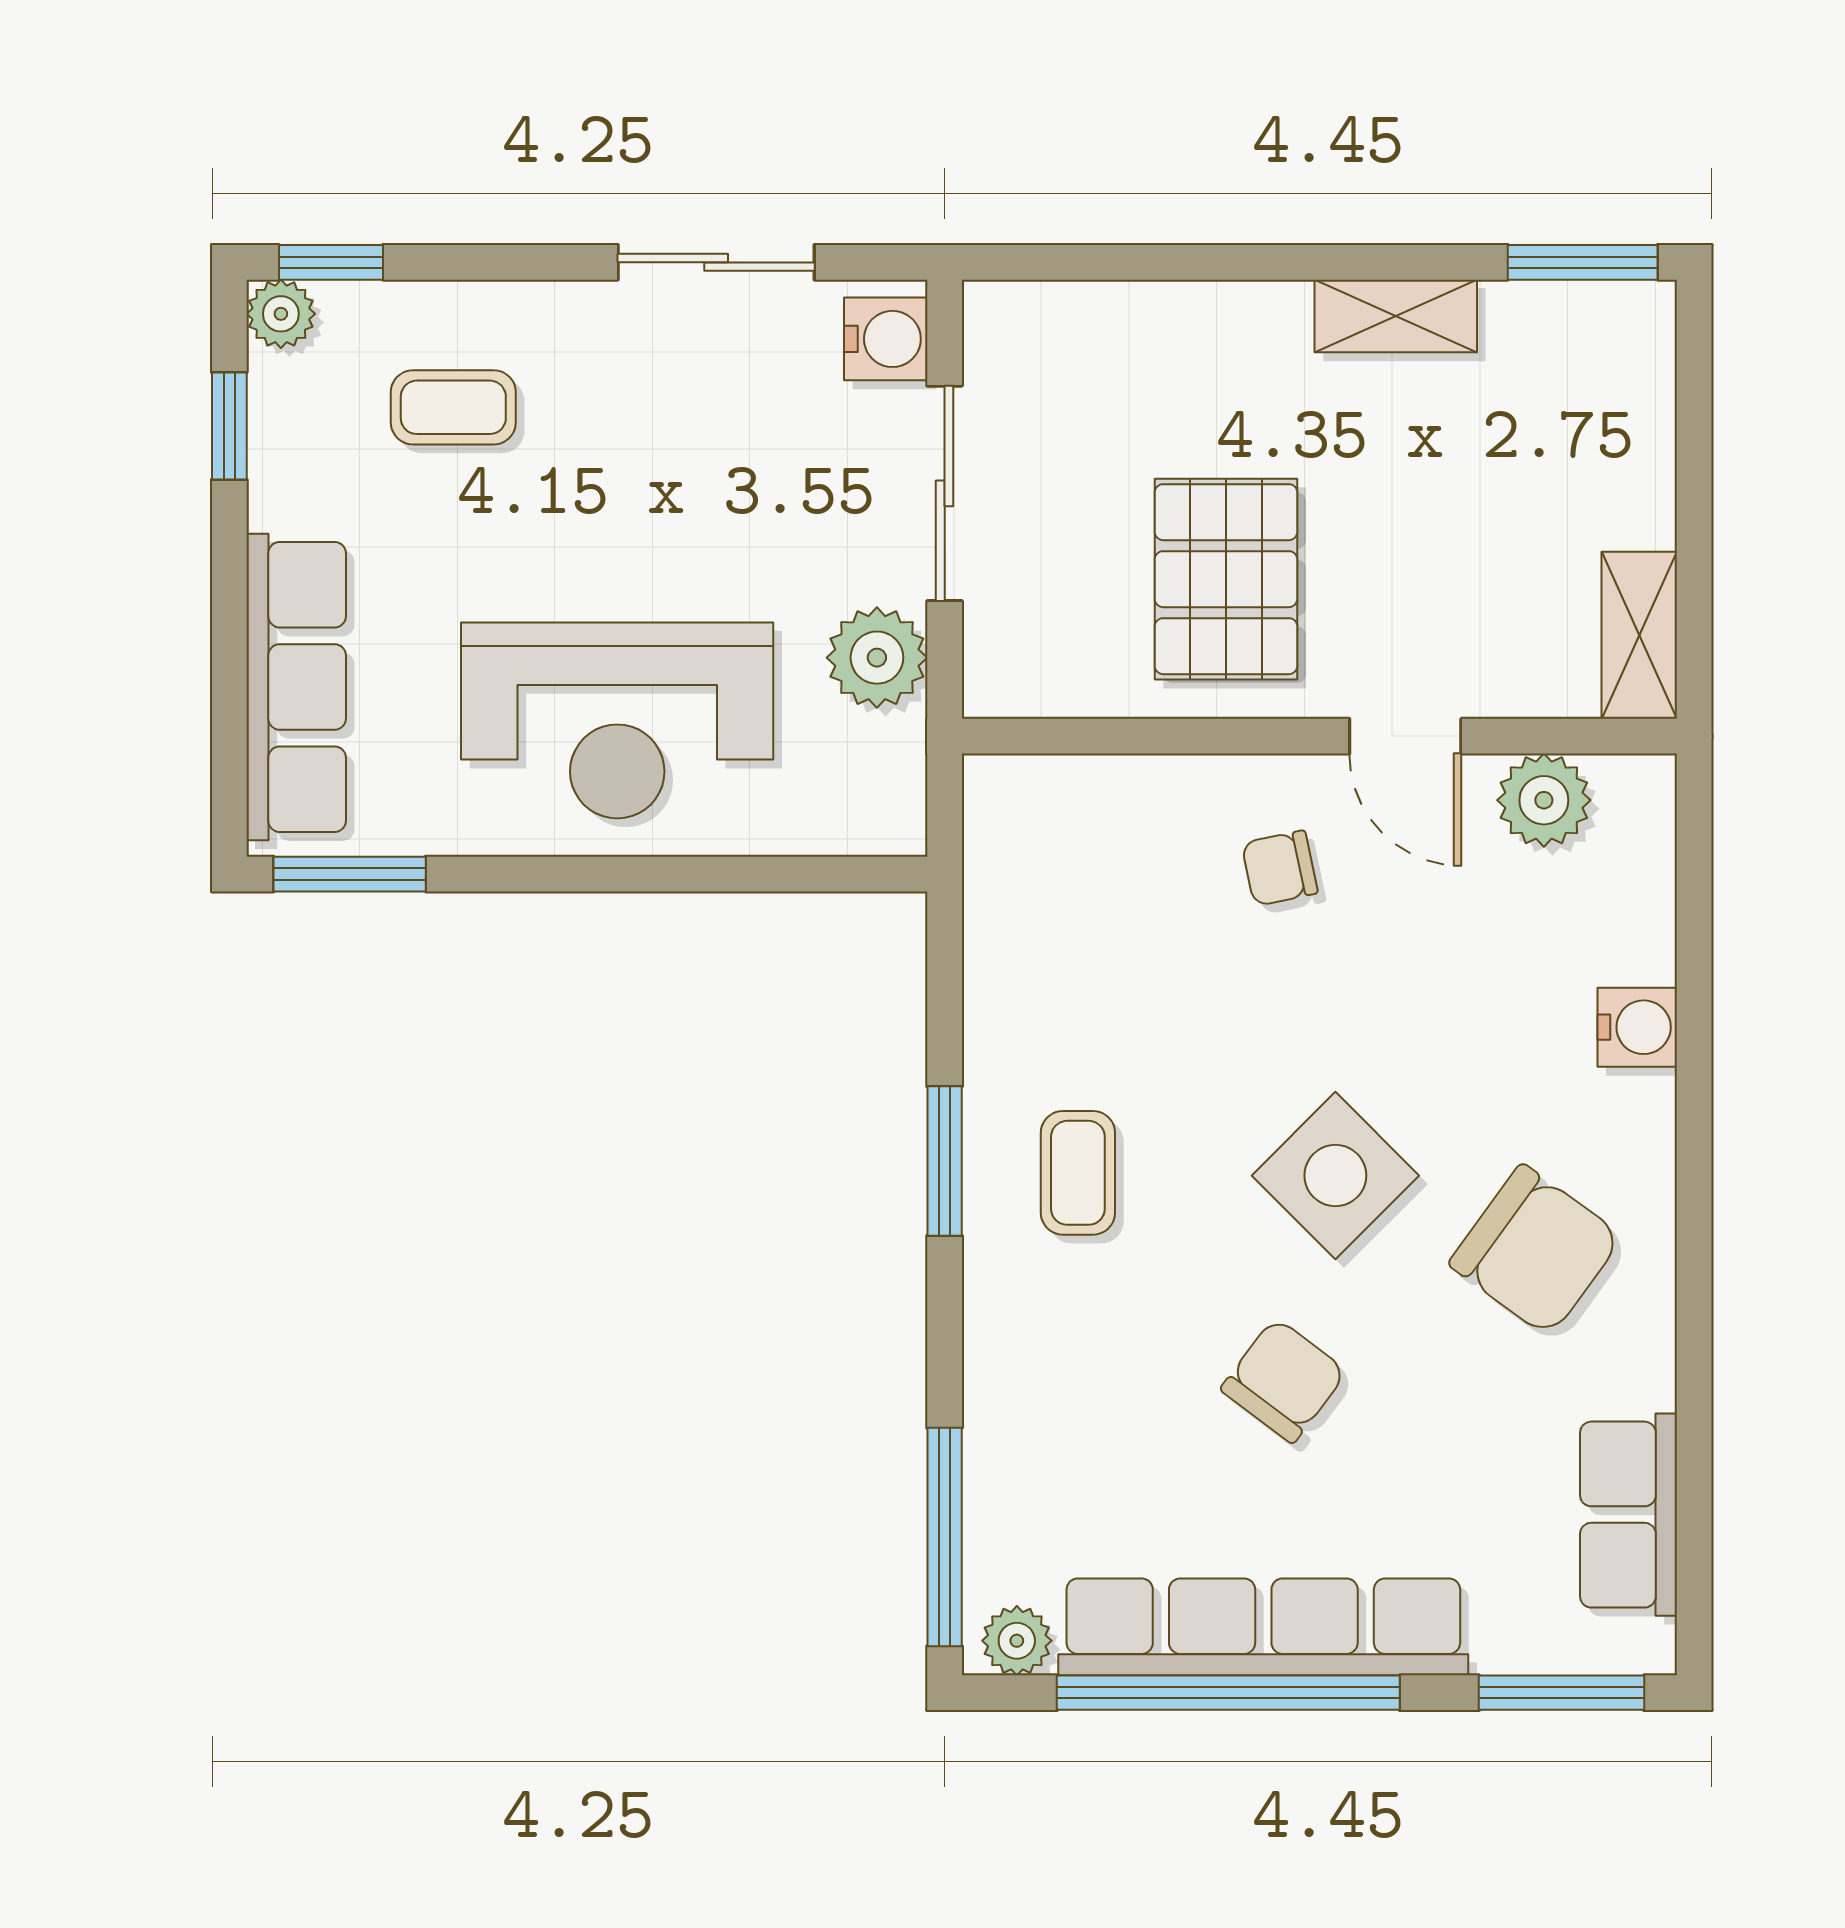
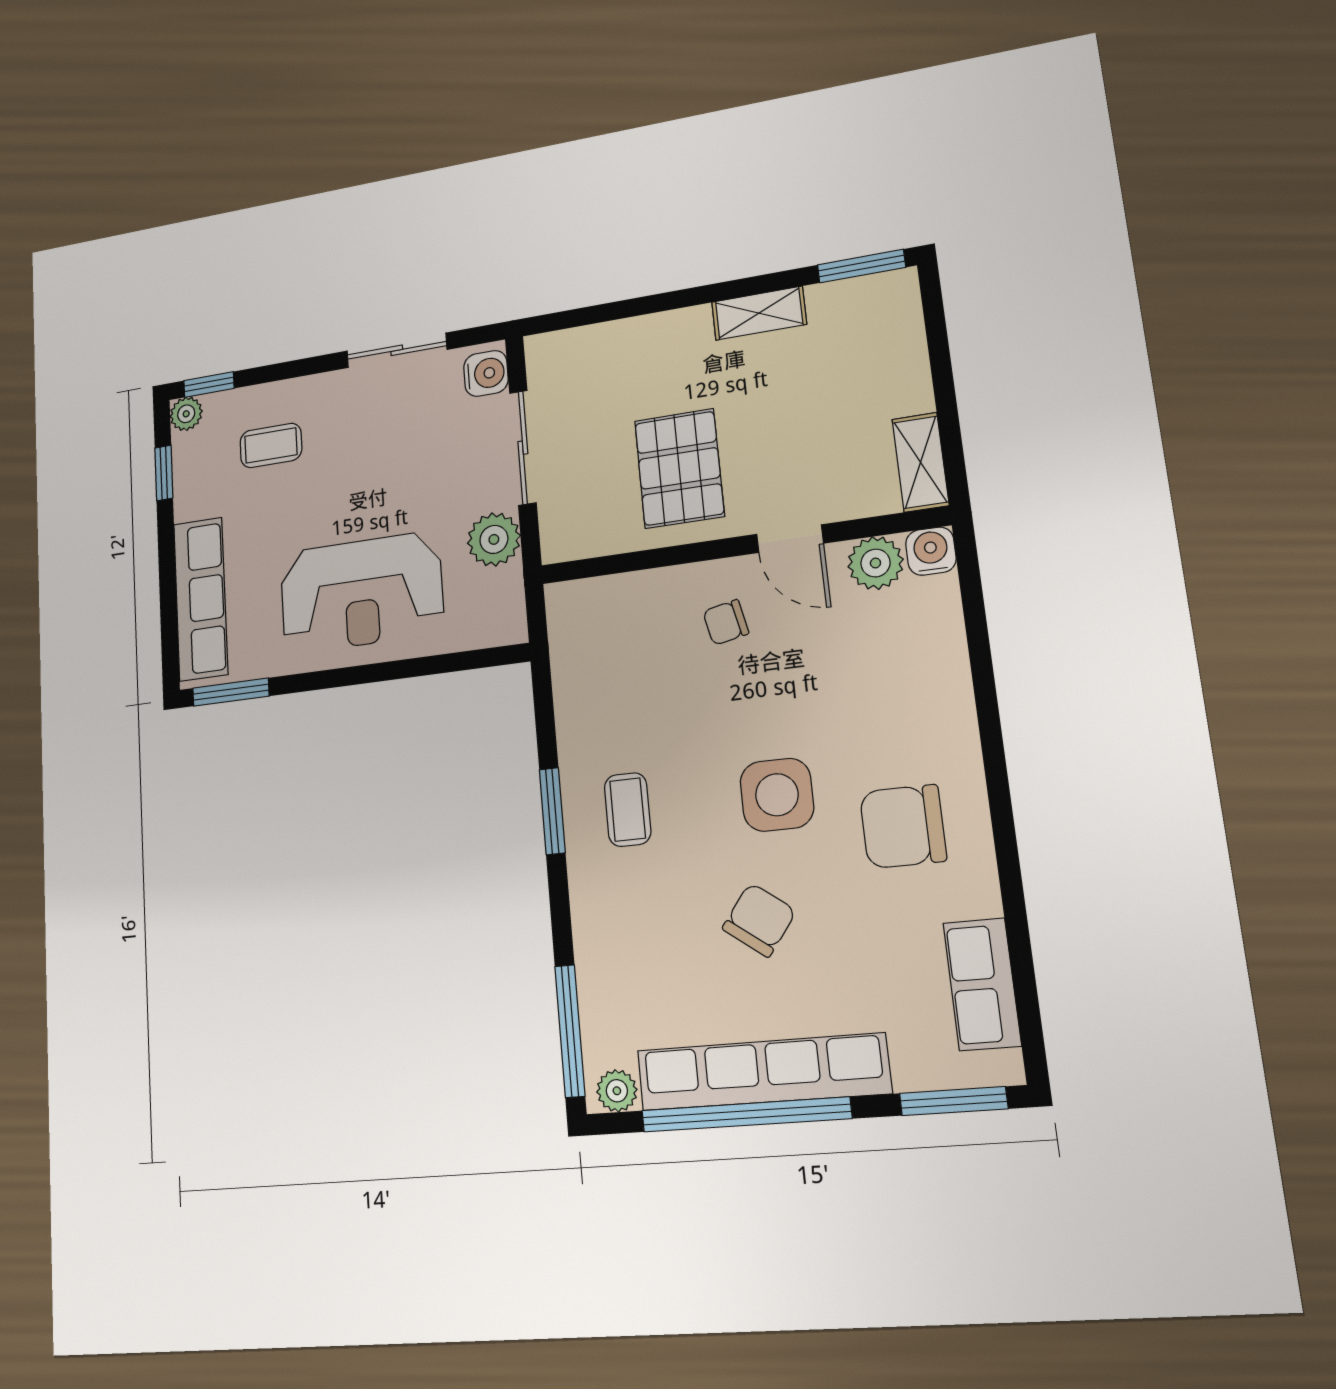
water cooler: (1637, 1027) -> (931, 551), moved, turned -90
side table: (1335, 1176) -> (777, 795), turned 45
chair: (1536, 1250) -> (903, 826), turned 144

